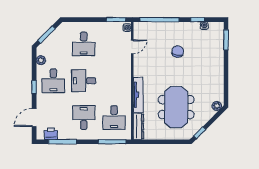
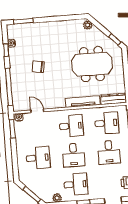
desk: (114, 81) -> (71, 126), added
desk: (84, 118) -> (109, 152), turned -90

